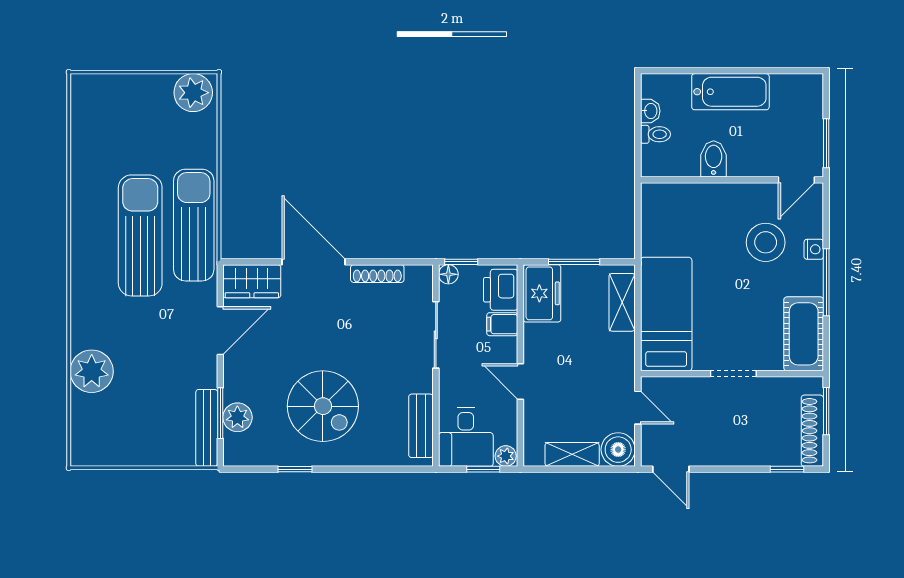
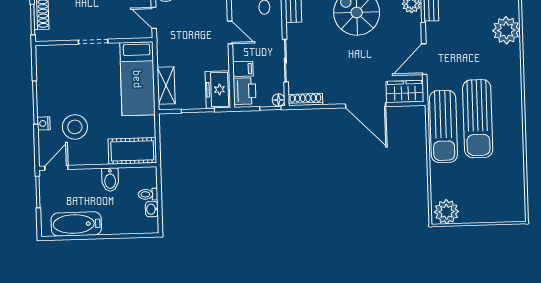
bathtub: (730, 92) -> (76, 224), moved
shoe rack: (377, 274) -> (305, 100), moved
cot: (804, 334) -> (132, 151), moved, turned 90

